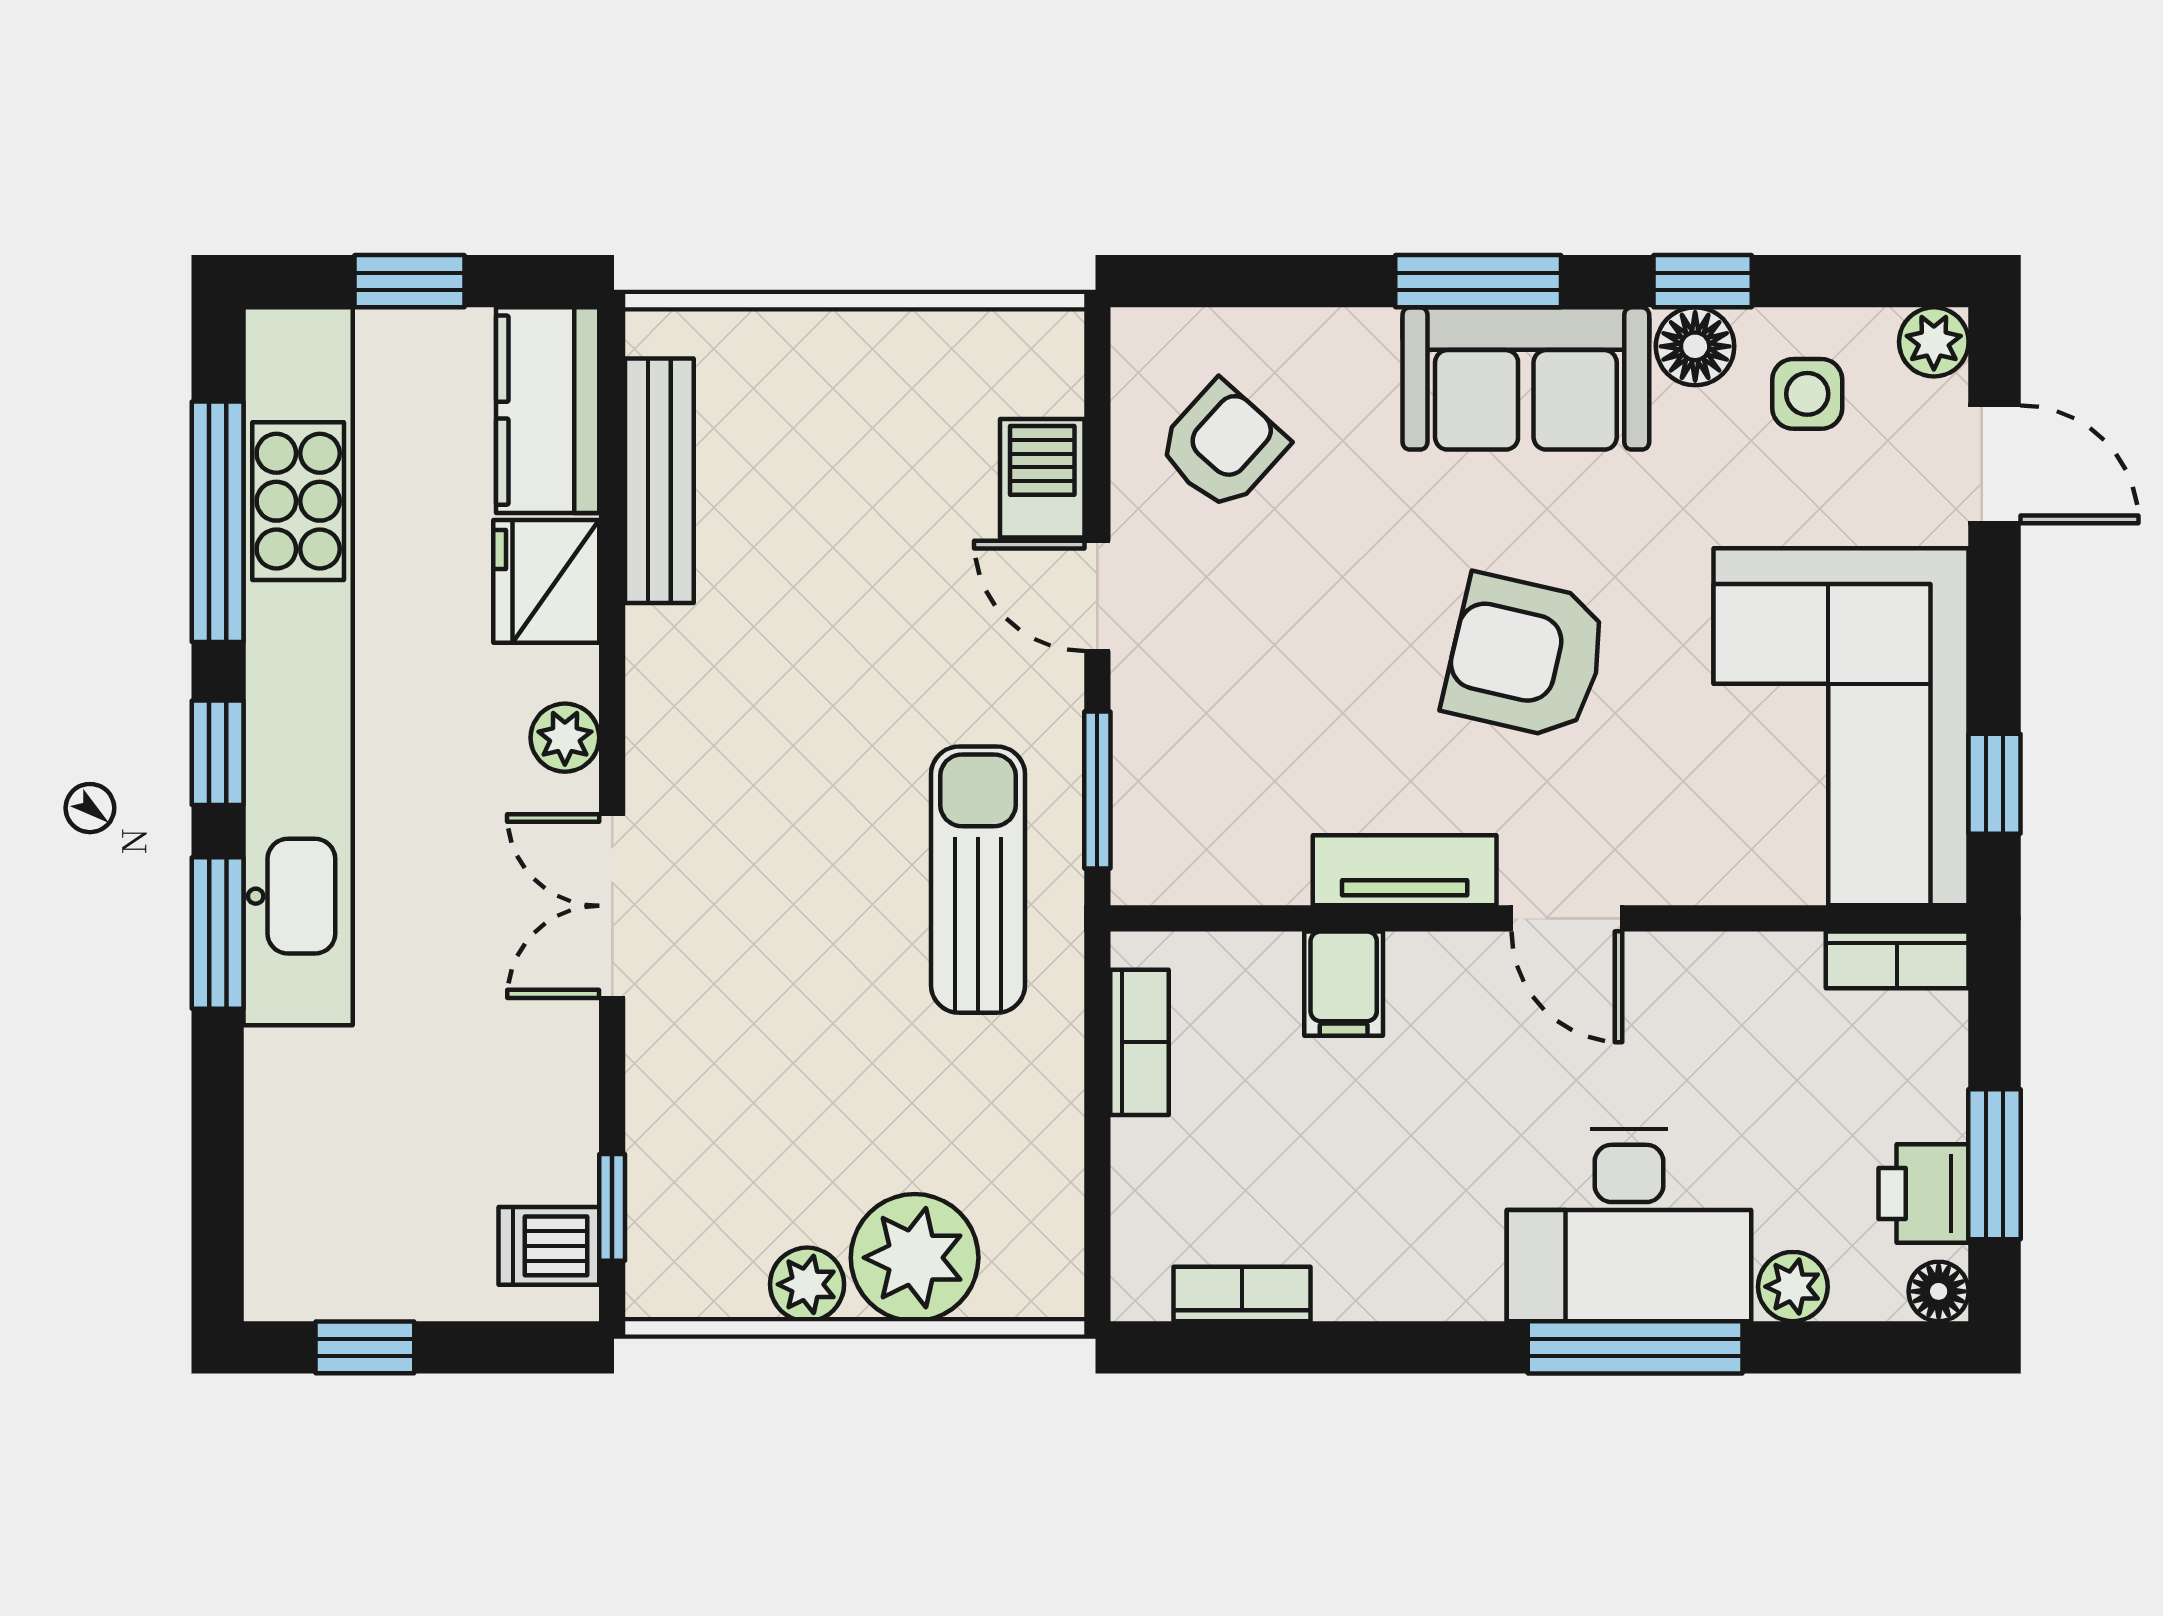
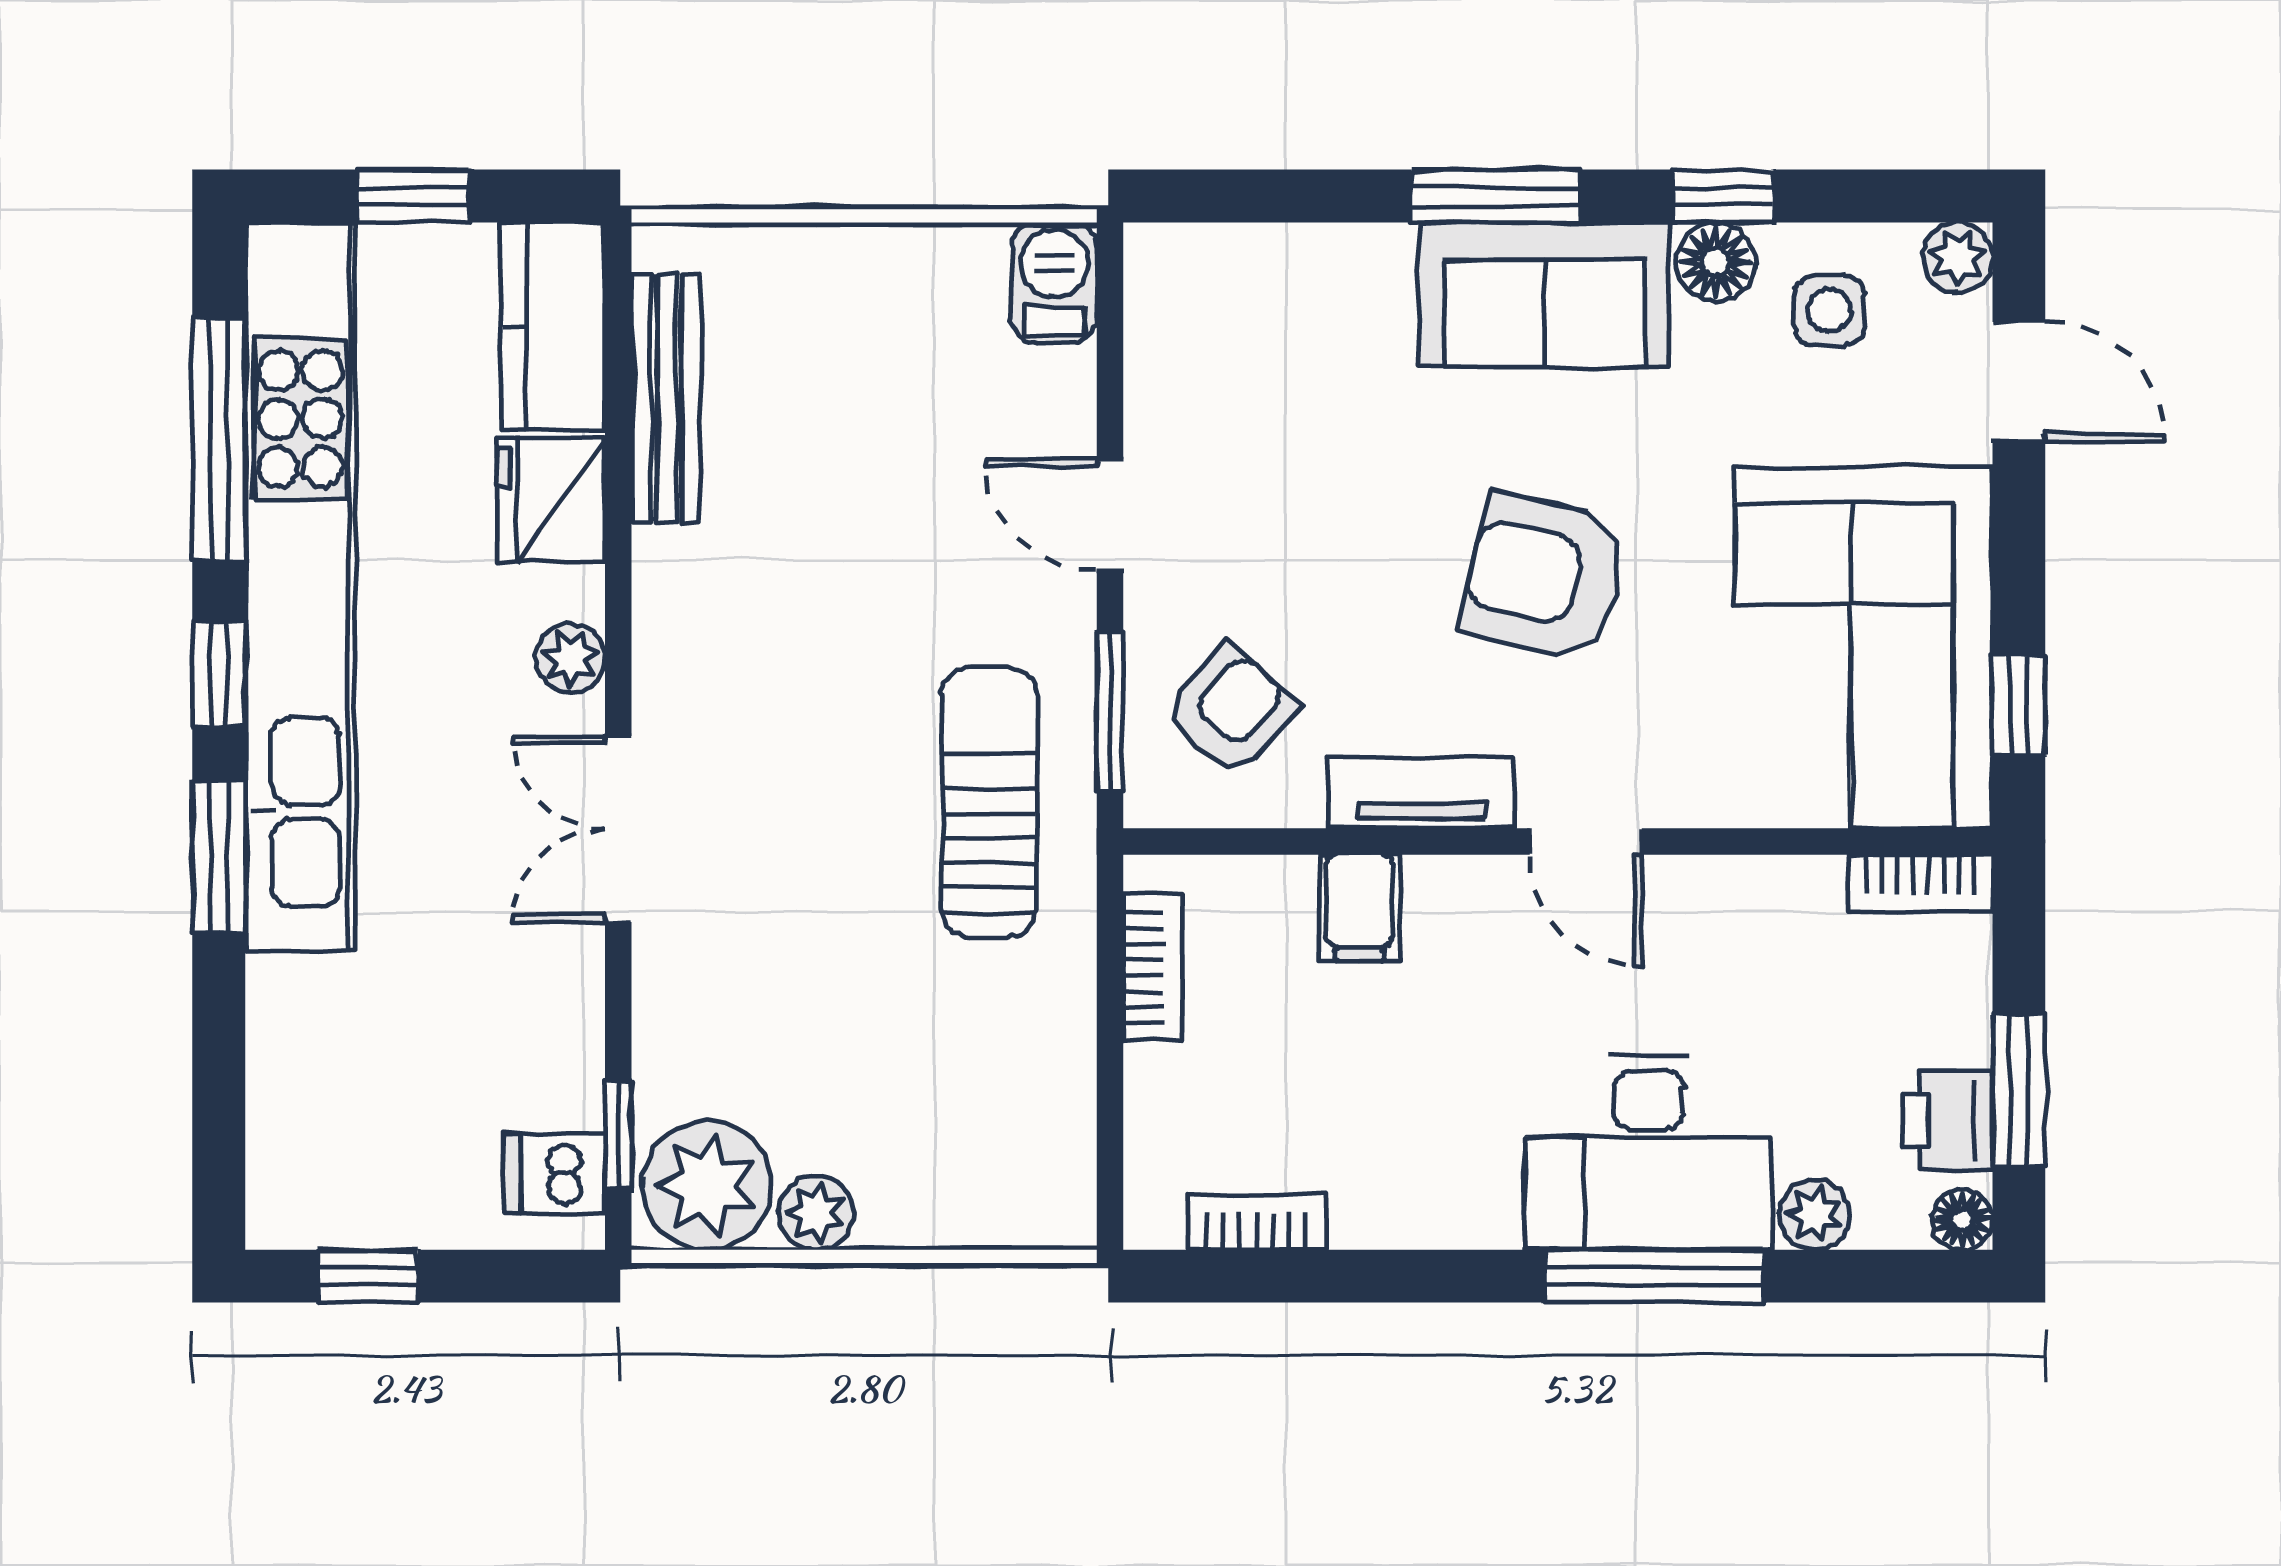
armchair: (1222, 446) -> (1231, 711), moved
barbecue: (1042, 478) -> (1054, 283), moved
plant: (915, 1258) -> (707, 1185), moved

